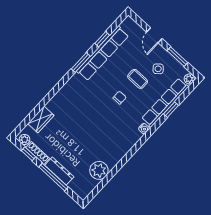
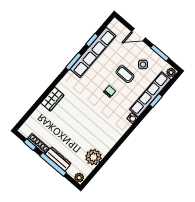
door: (154, 35) -> (139, 35), hinge flipped
wardrobe: (41, 119) -> (52, 99), moved
plant: (25, 139) -> (79, 178), moved

